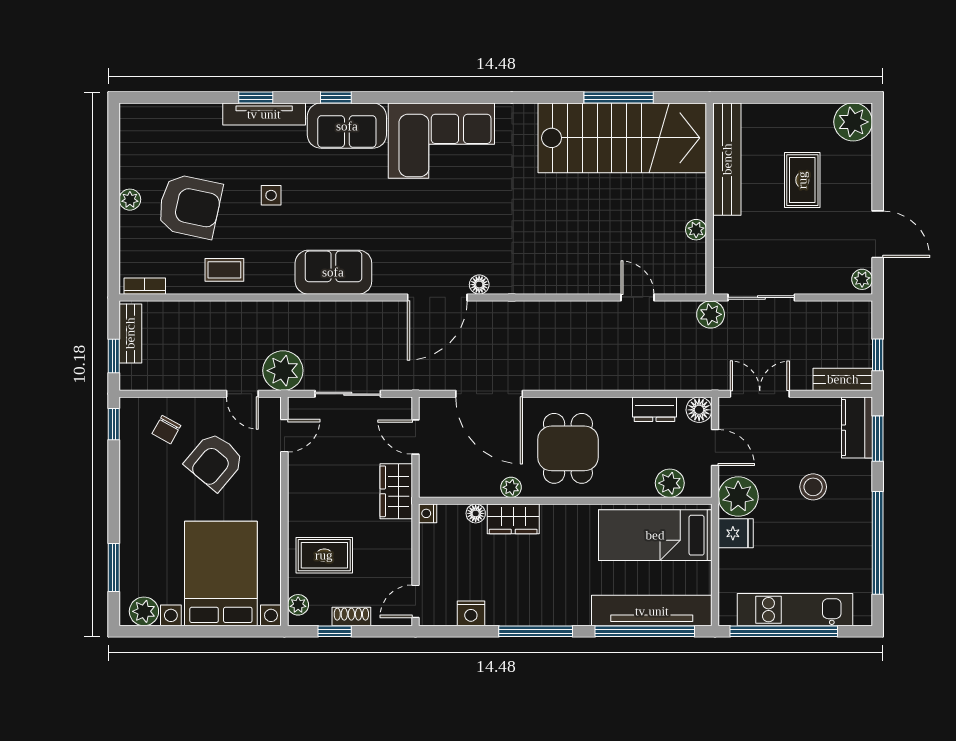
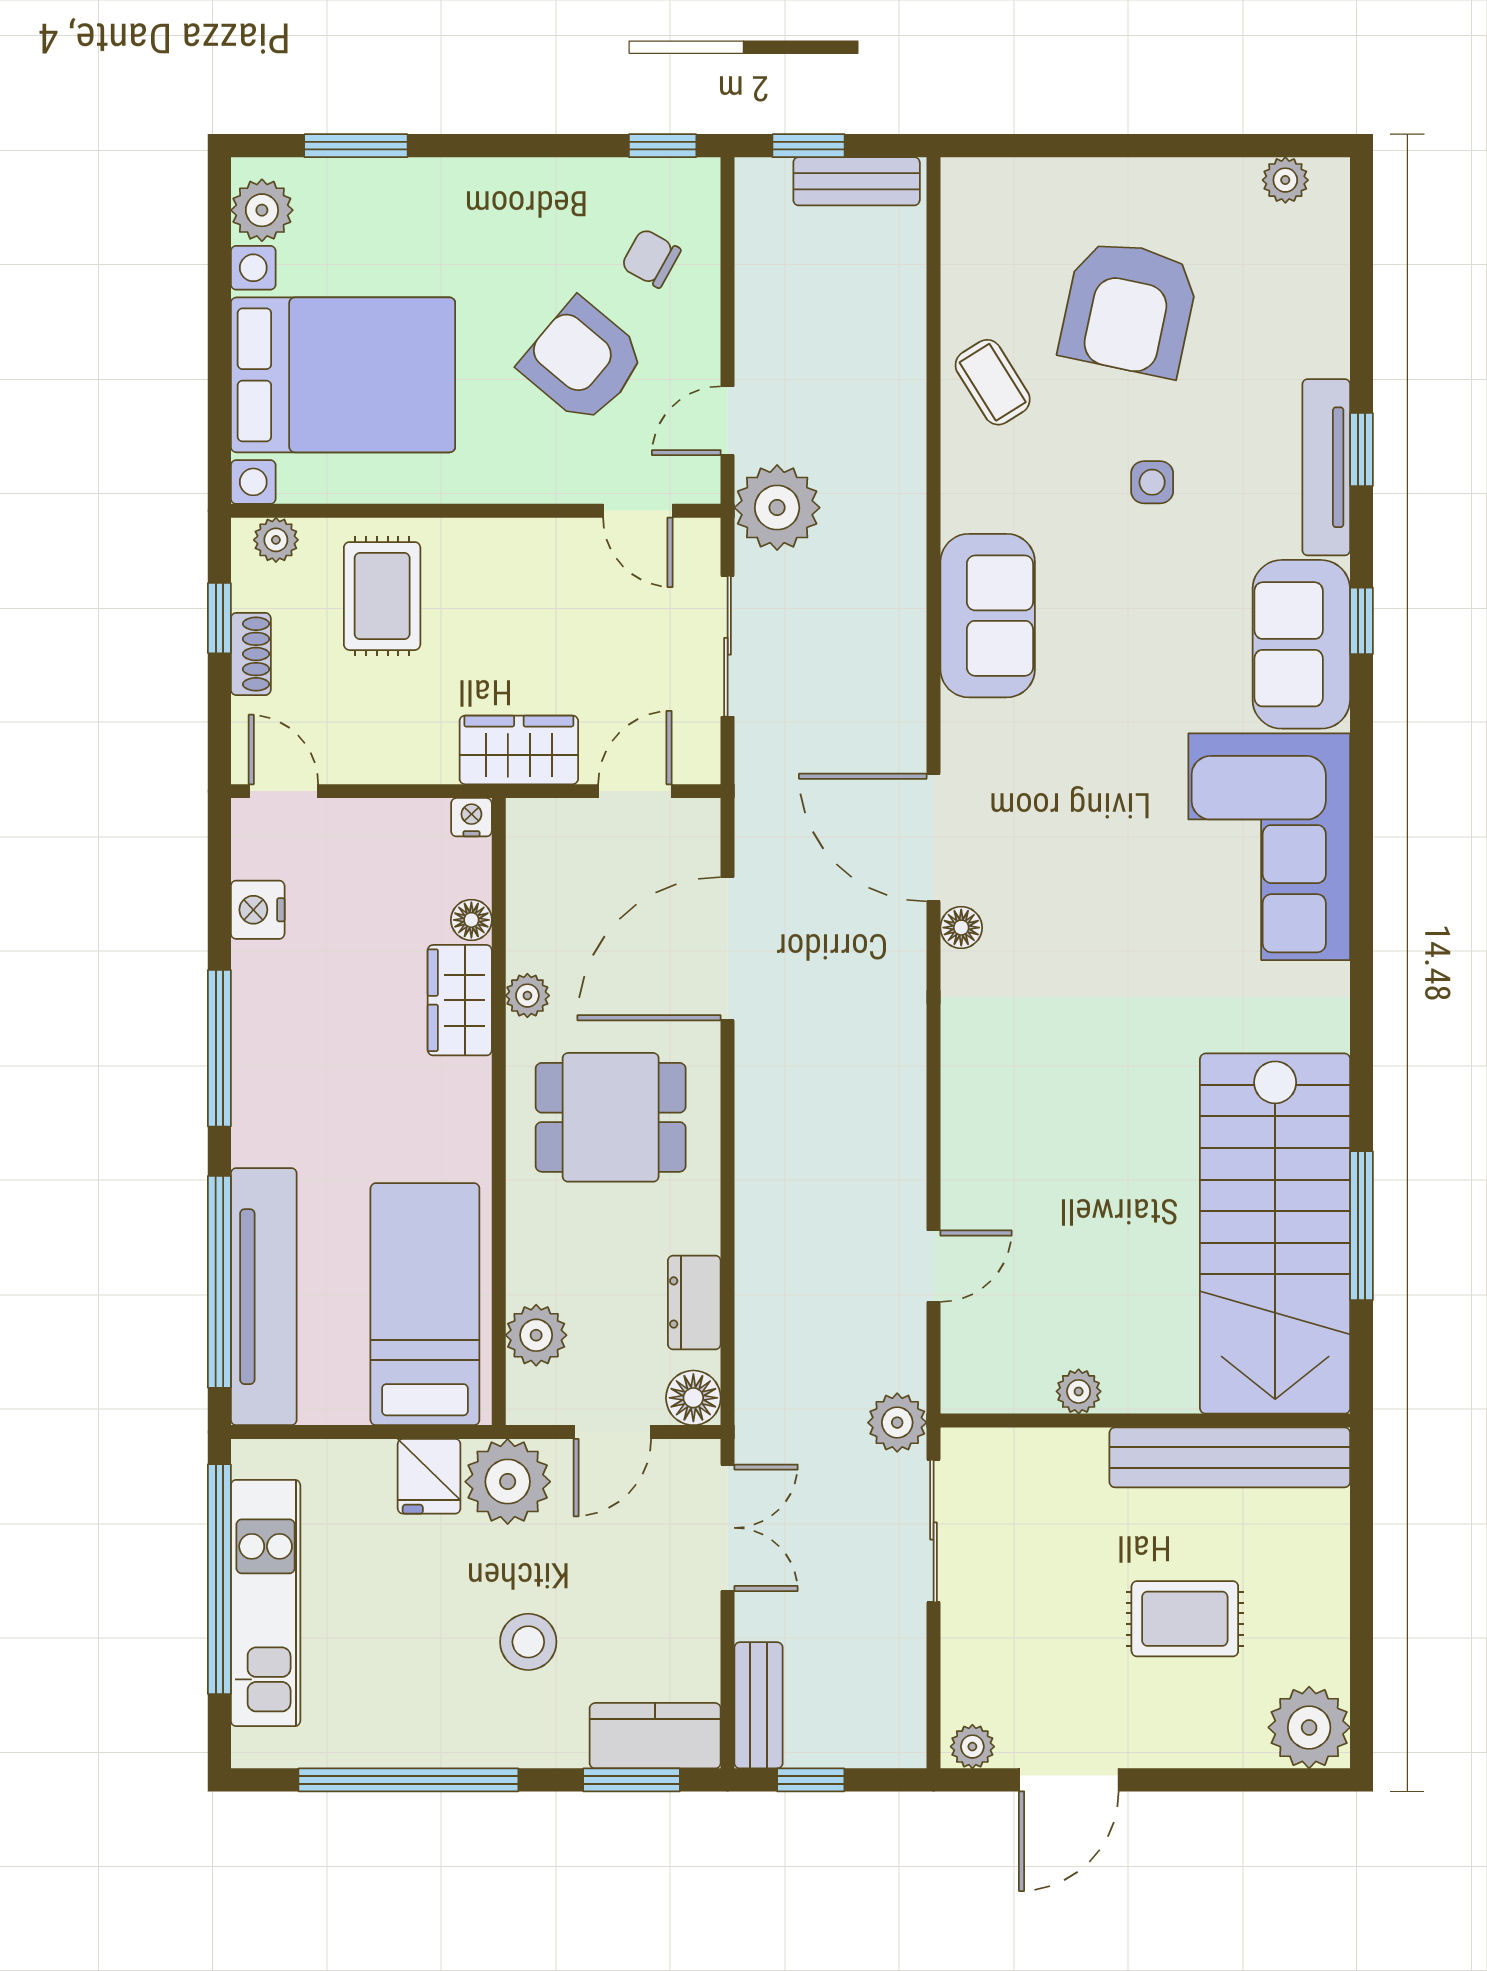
plant: (130, 200) -> (1285, 180), moved
coffee table: (224, 270) -> (993, 382), turned -32
bookcase: (145, 286) -> (958, 212), removed

